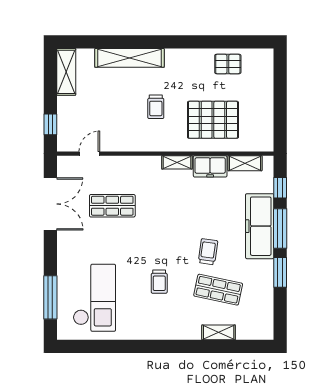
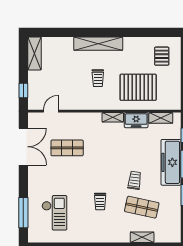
shelving: (129, 58) -> (98, 44), moved
pallet: (228, 64) -> (162, 56), moved, turned 90
checkout: (94, 298) -> (54, 213), width x0.73, depth x0.83

